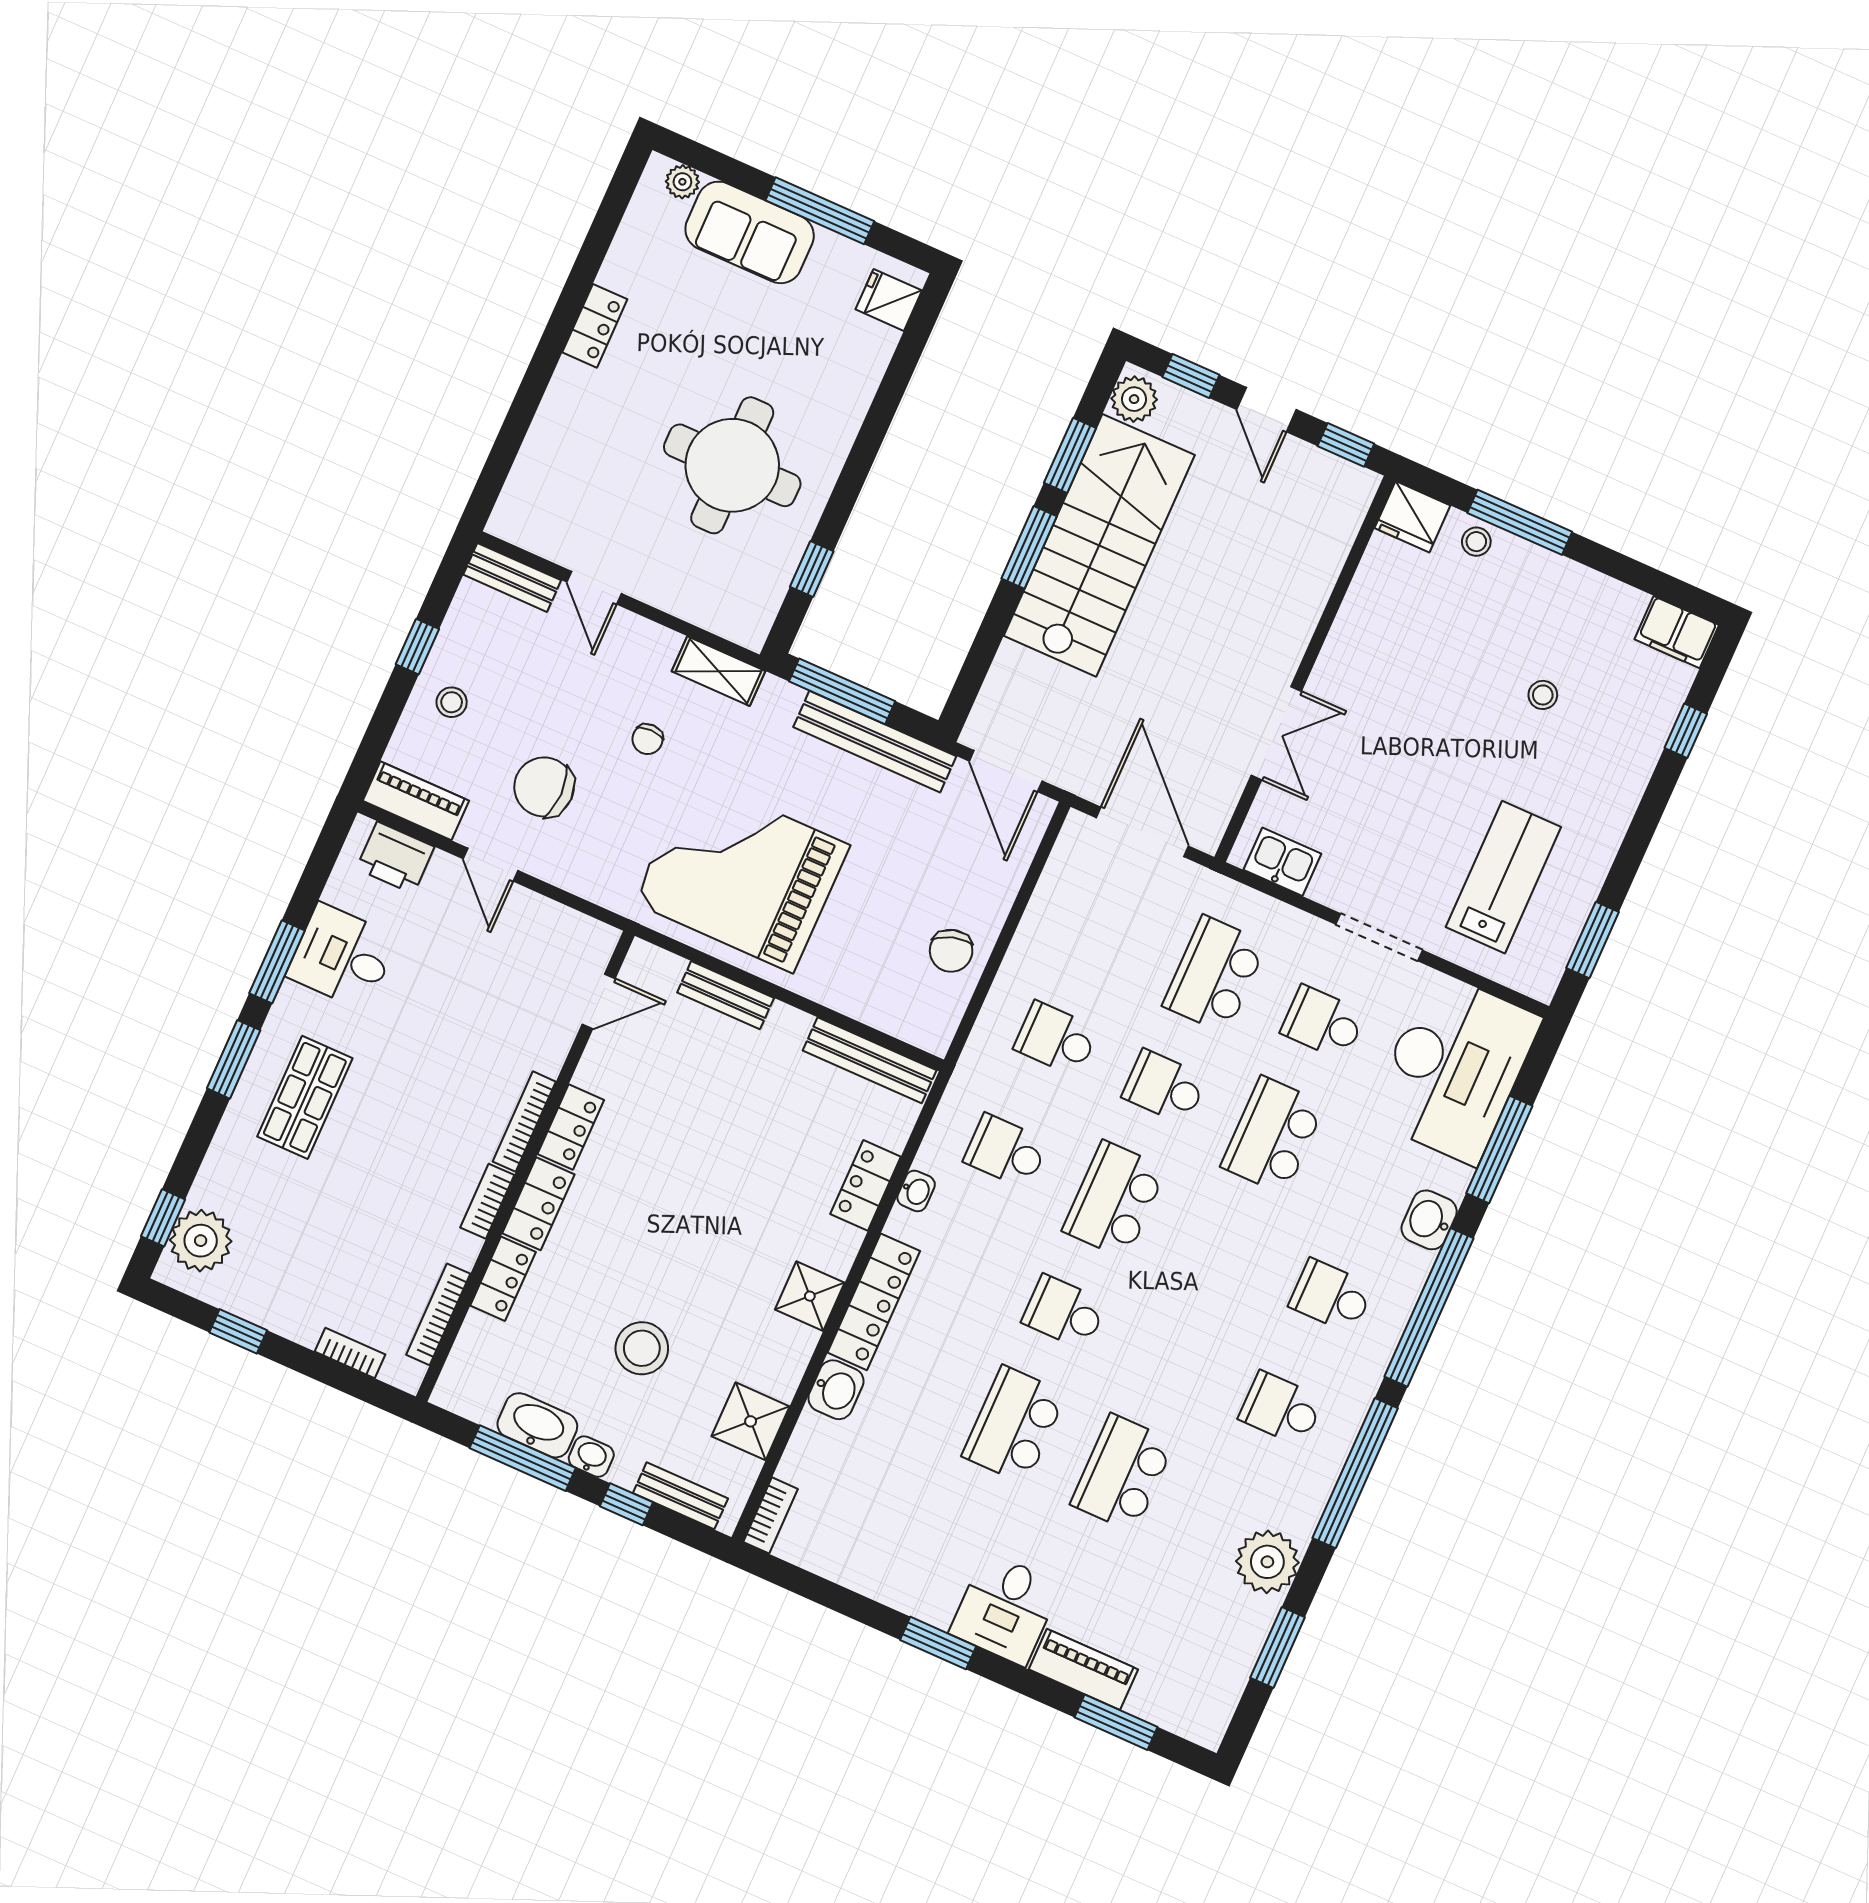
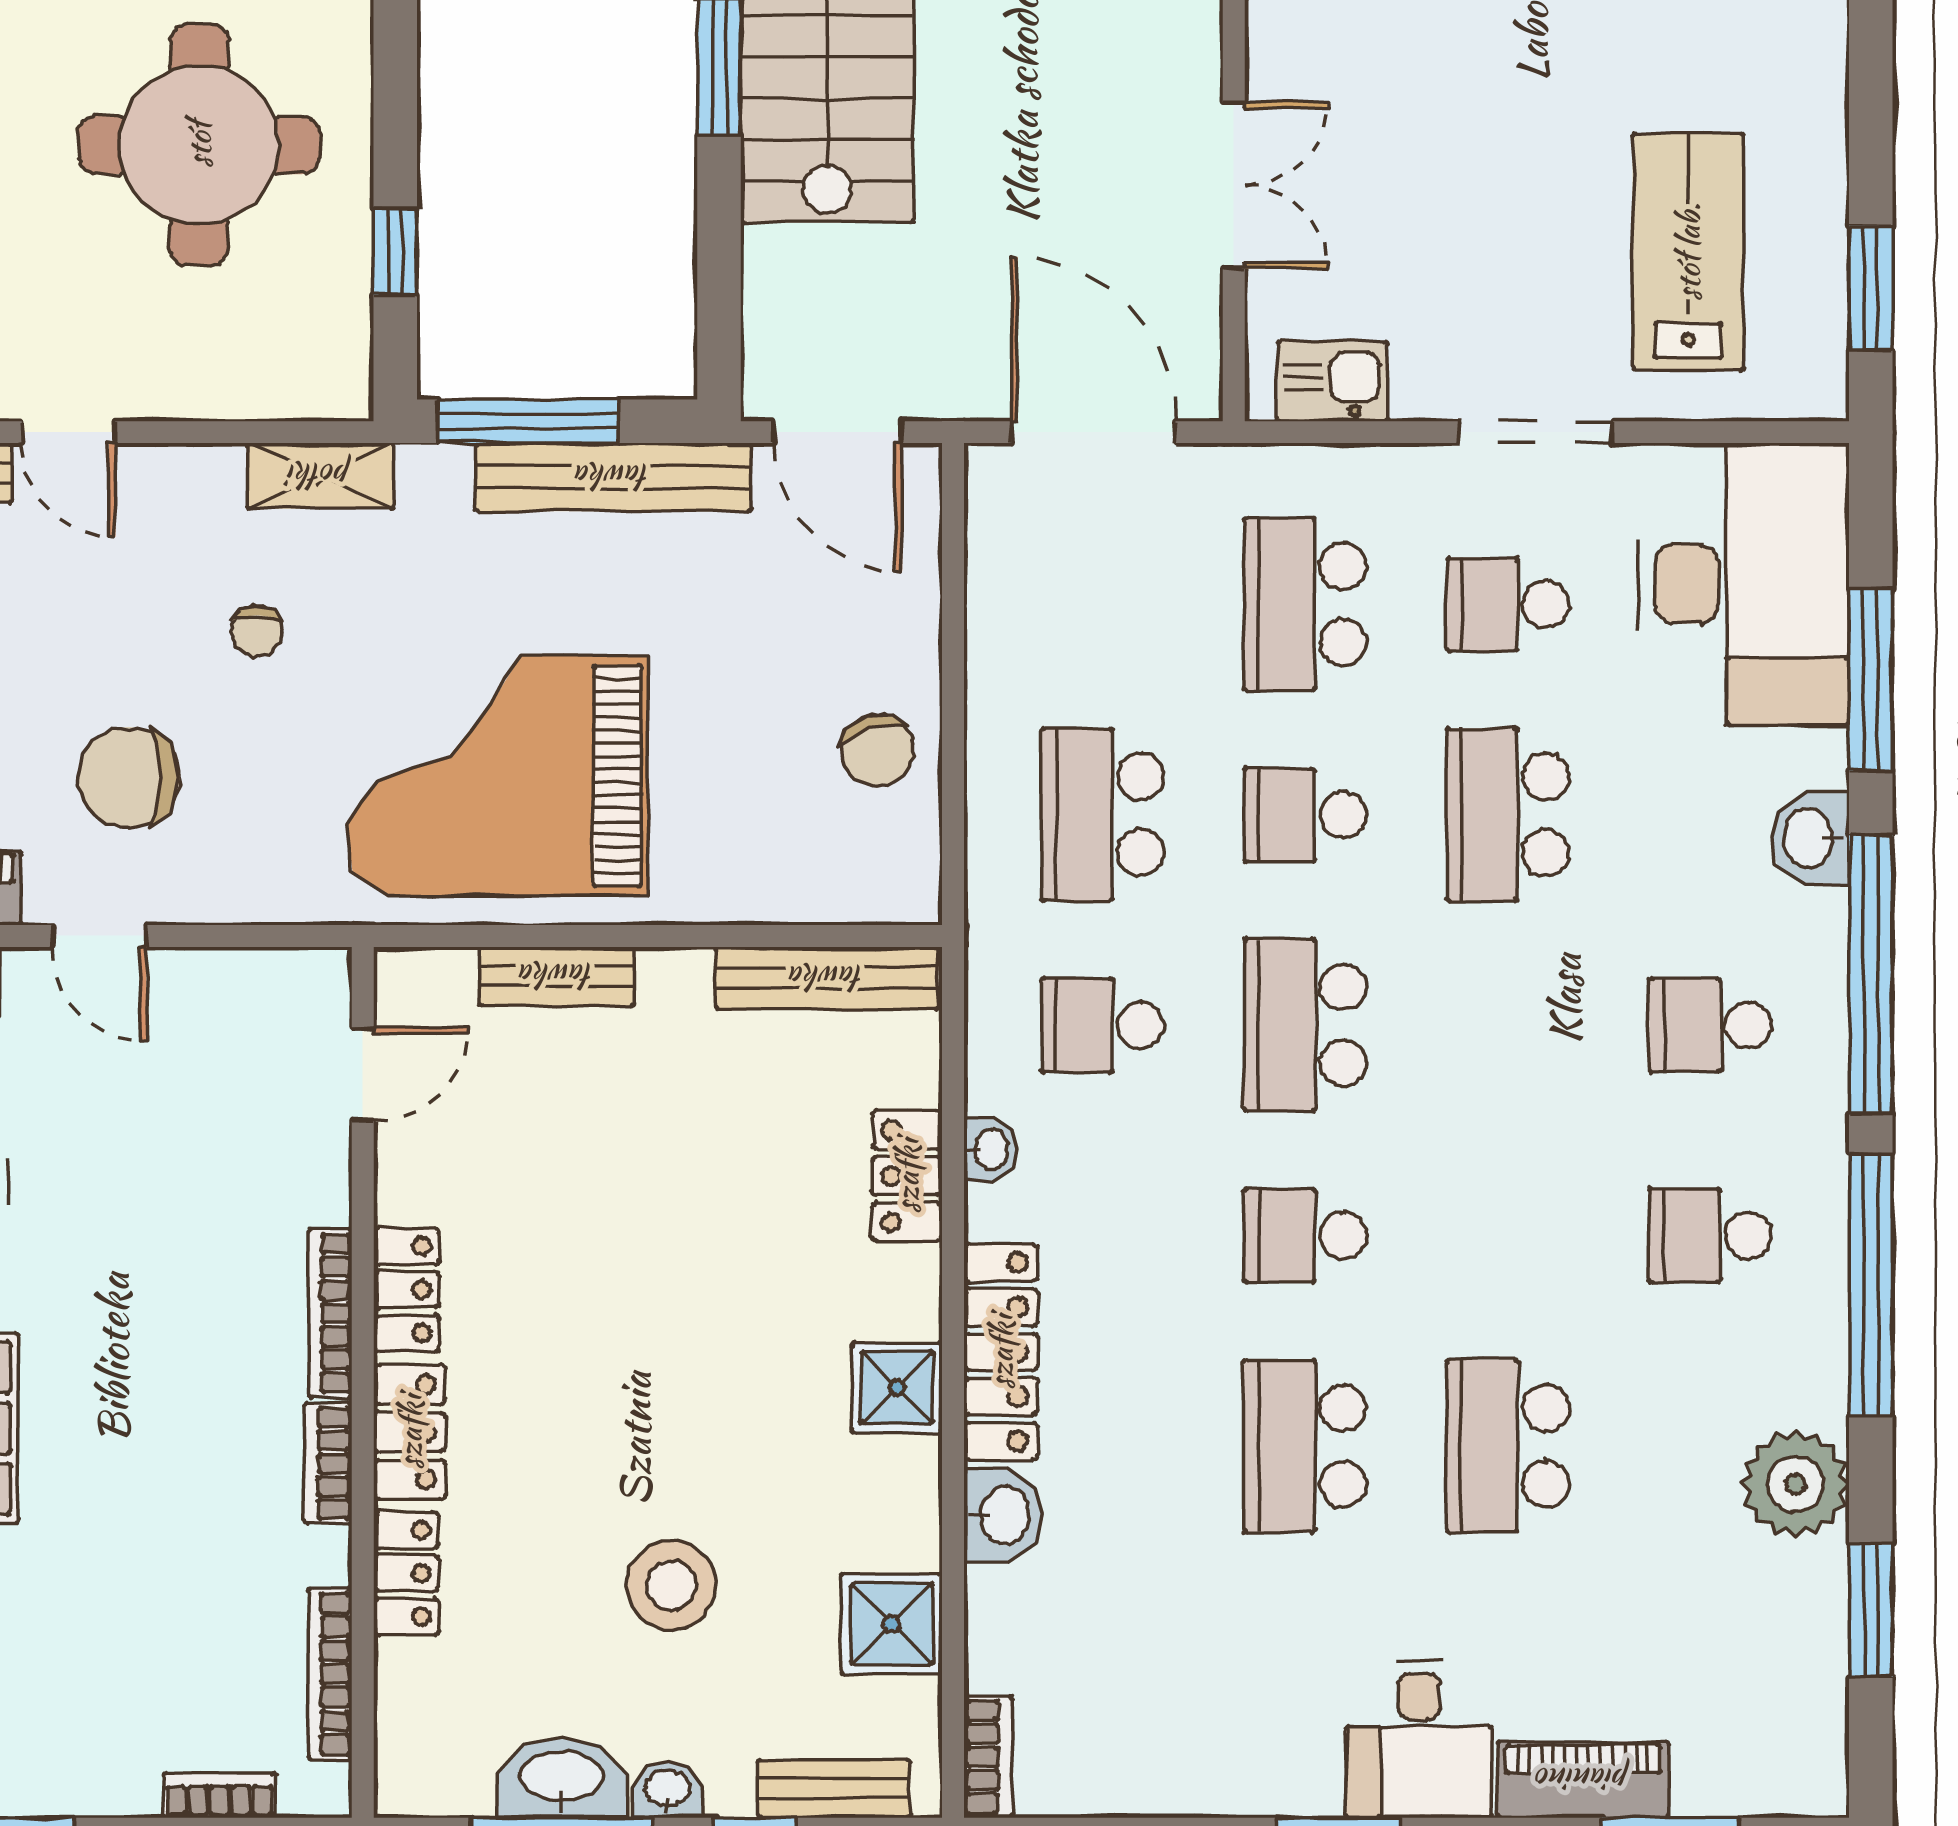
school desk: (1056, 1039) -> (1103, 815), width x1.85

